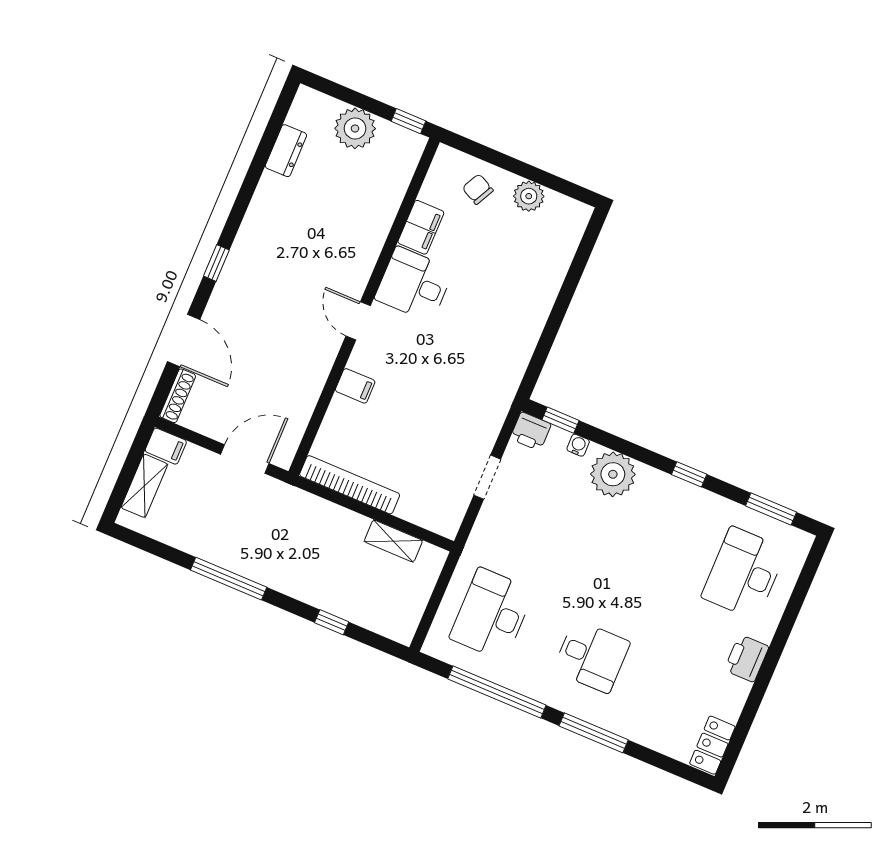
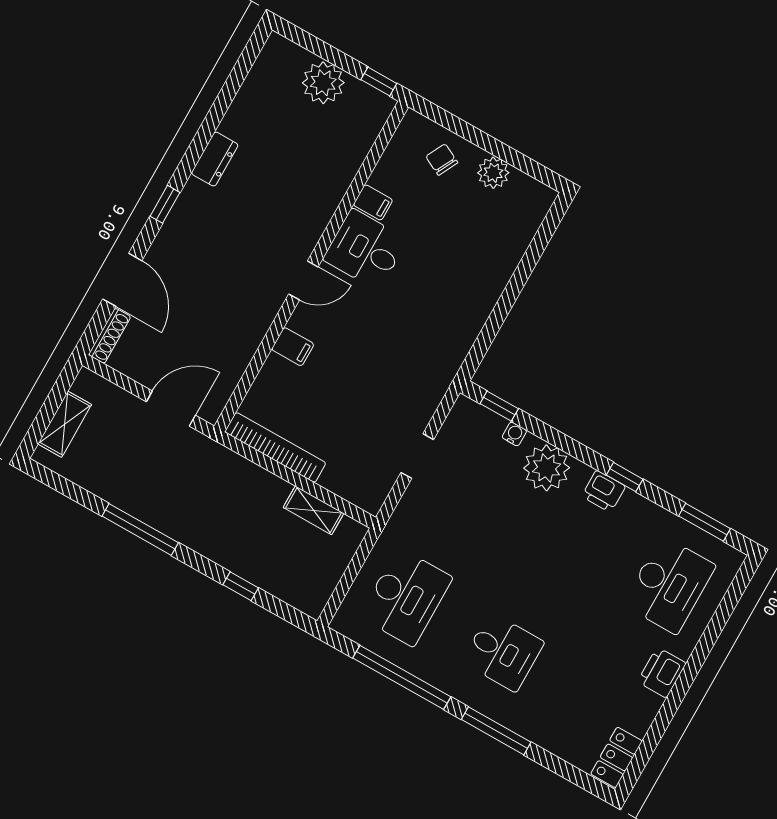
dresser: (286, 151) -> (215, 159), moved
filing cabinet: (421, 227) -> (373, 202), width x0.50
door: (358, 321) -> (303, 280), swing flipped
printer: (531, 431) -> (604, 491), moved
filing cabinet: (166, 446) -> (91, 386), removed
desk: (744, 573) -> (669, 585), turned 180
desk: (492, 614) -> (406, 597), turned 180

